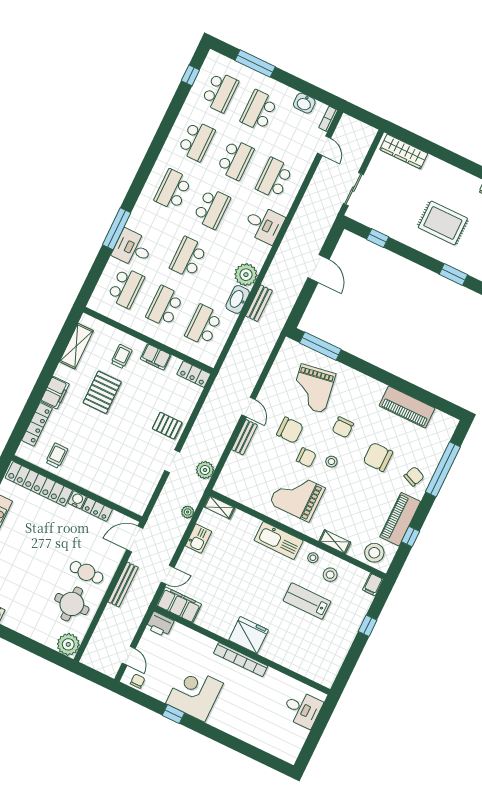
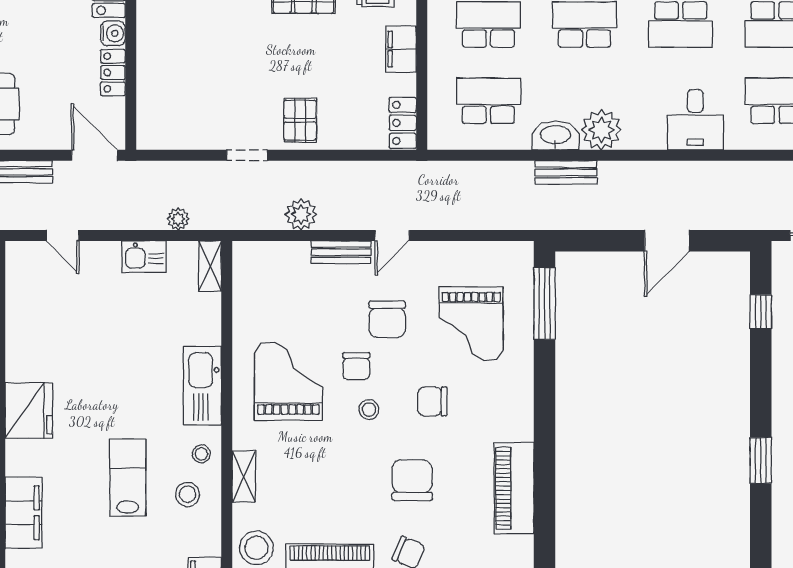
grand piano: (313, 388) -> (471, 324), turned -81
plant: (205, 470) -> (301, 214), moved
filing cabinet: (179, 605) -> (24, 513), moved

